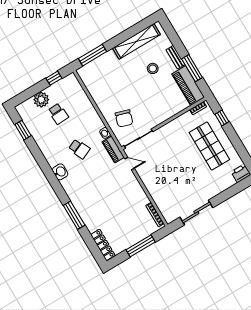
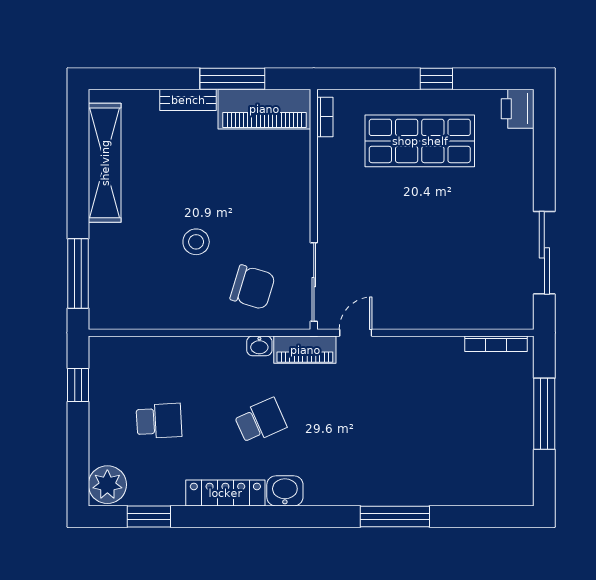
stool: (153, 68) -> (196, 242), moved
plant: (41, 100) -> (107, 485), moved
window: (222, 118) -> (436, 79), moved
locker: (103, 245) -> (225, 493), moved

